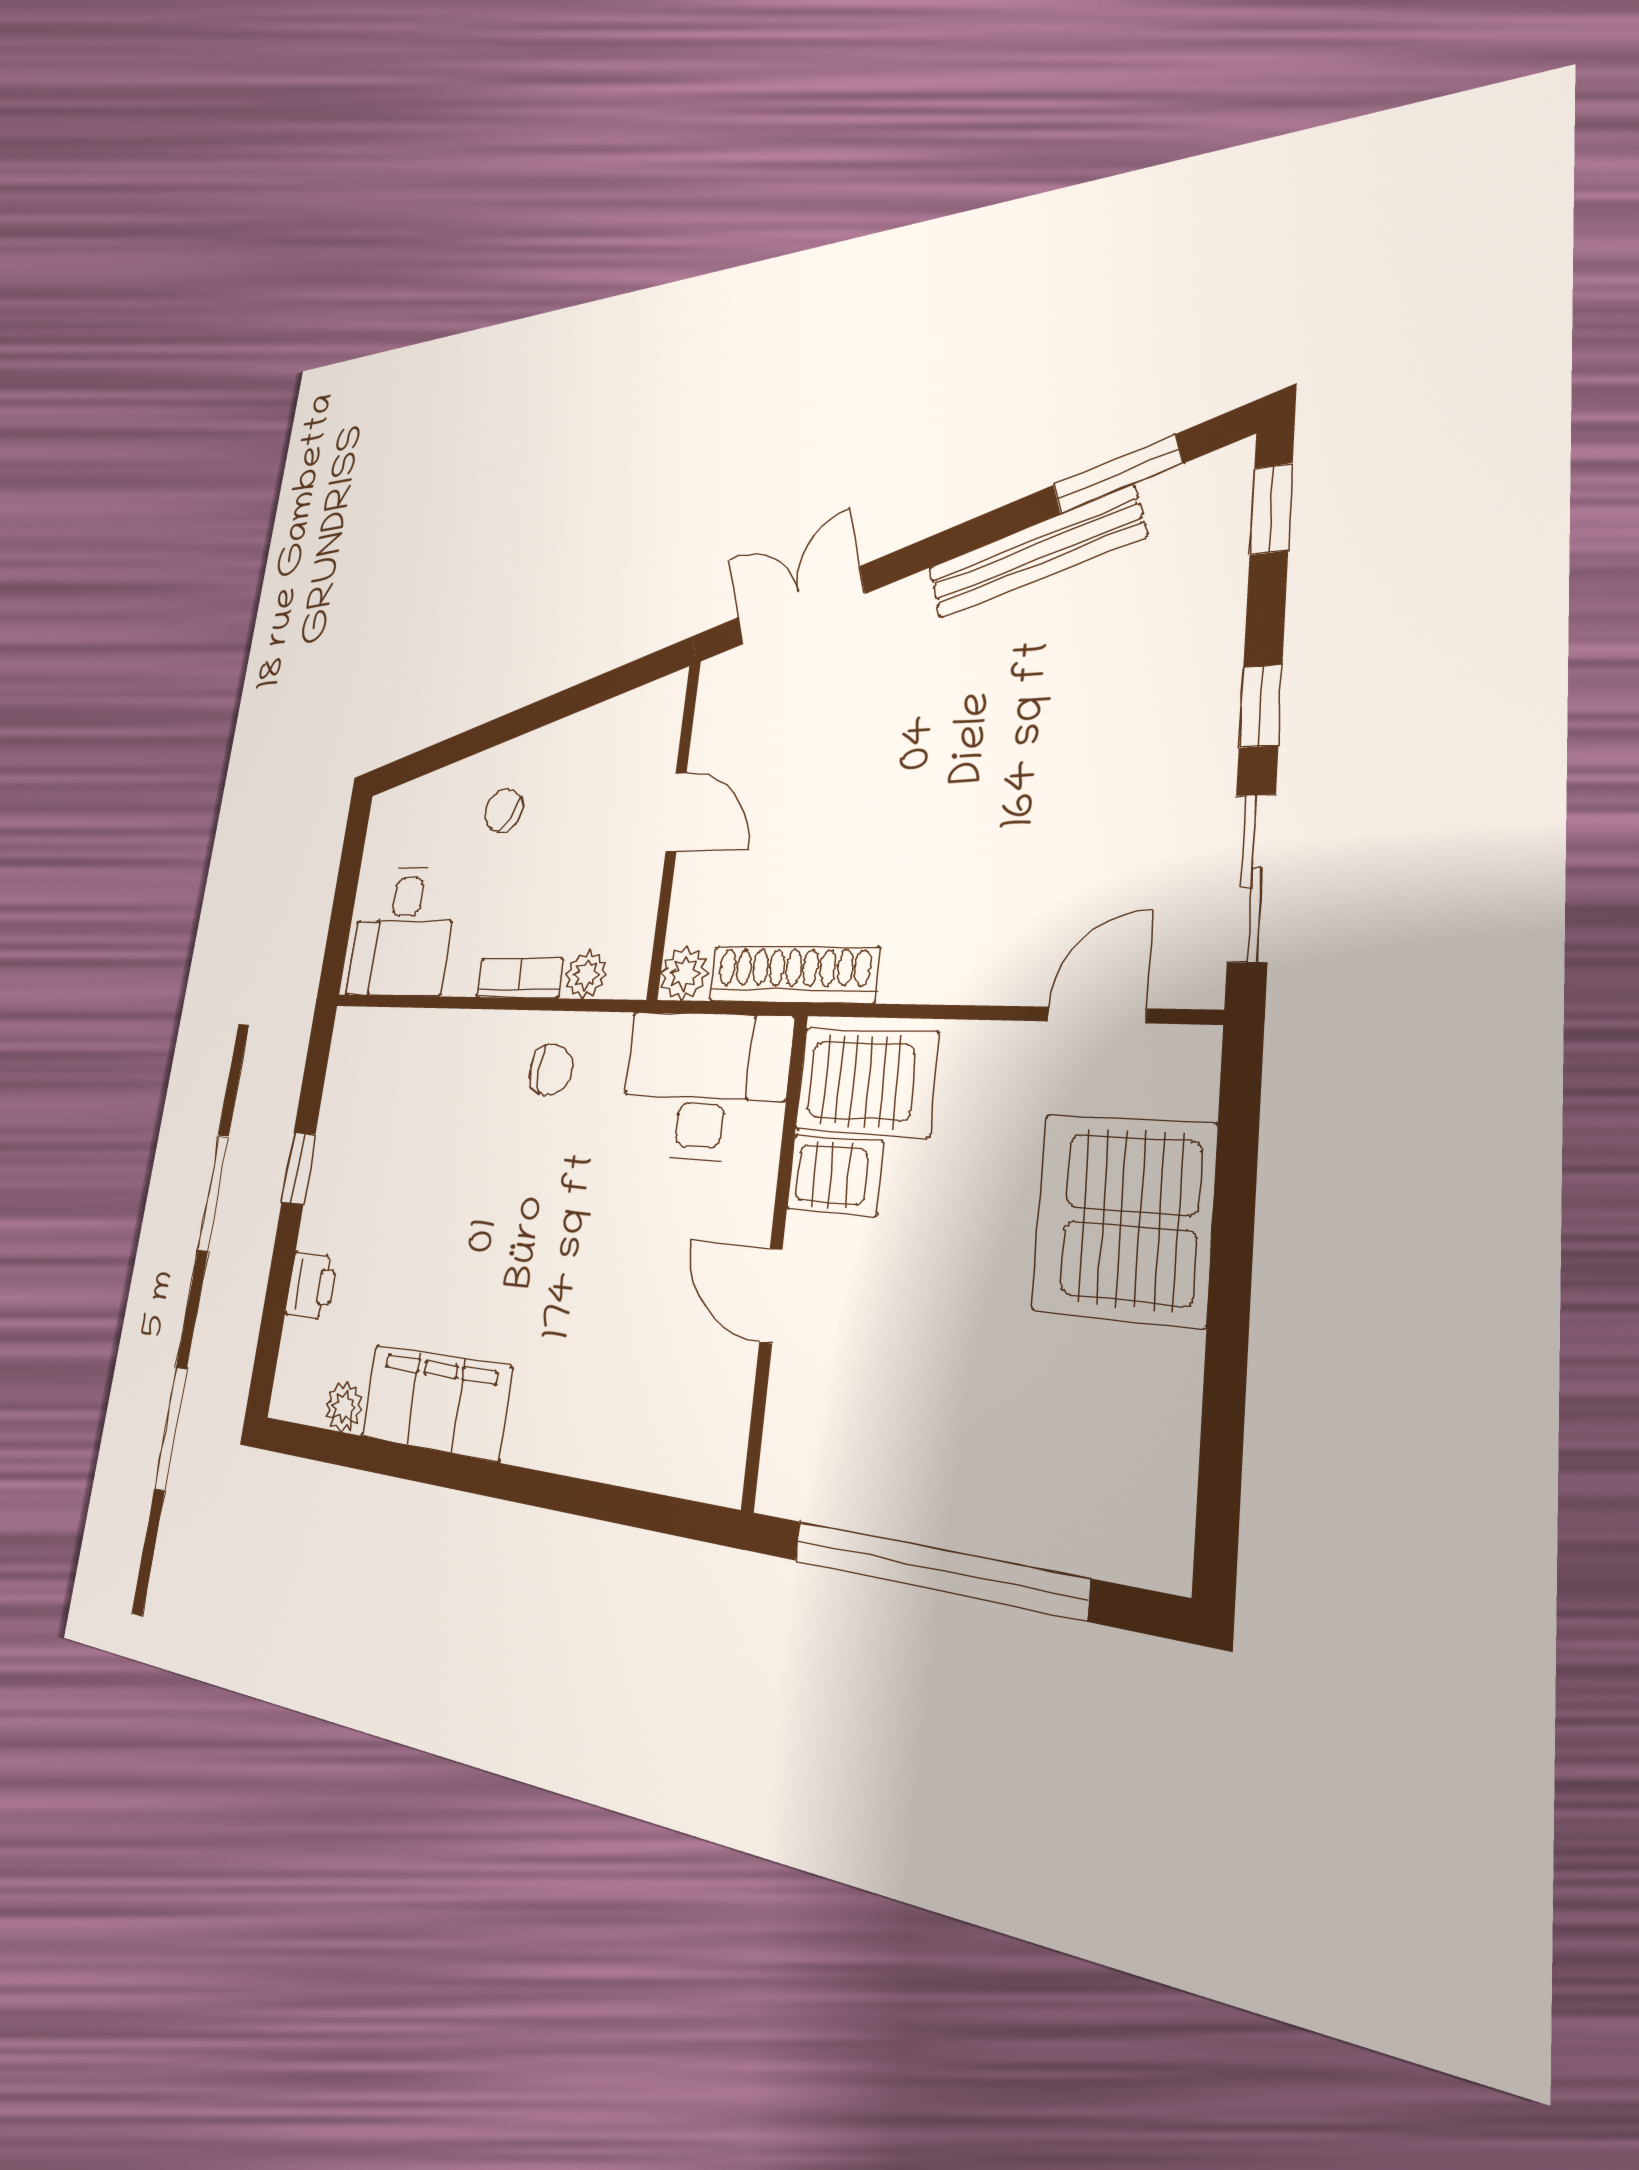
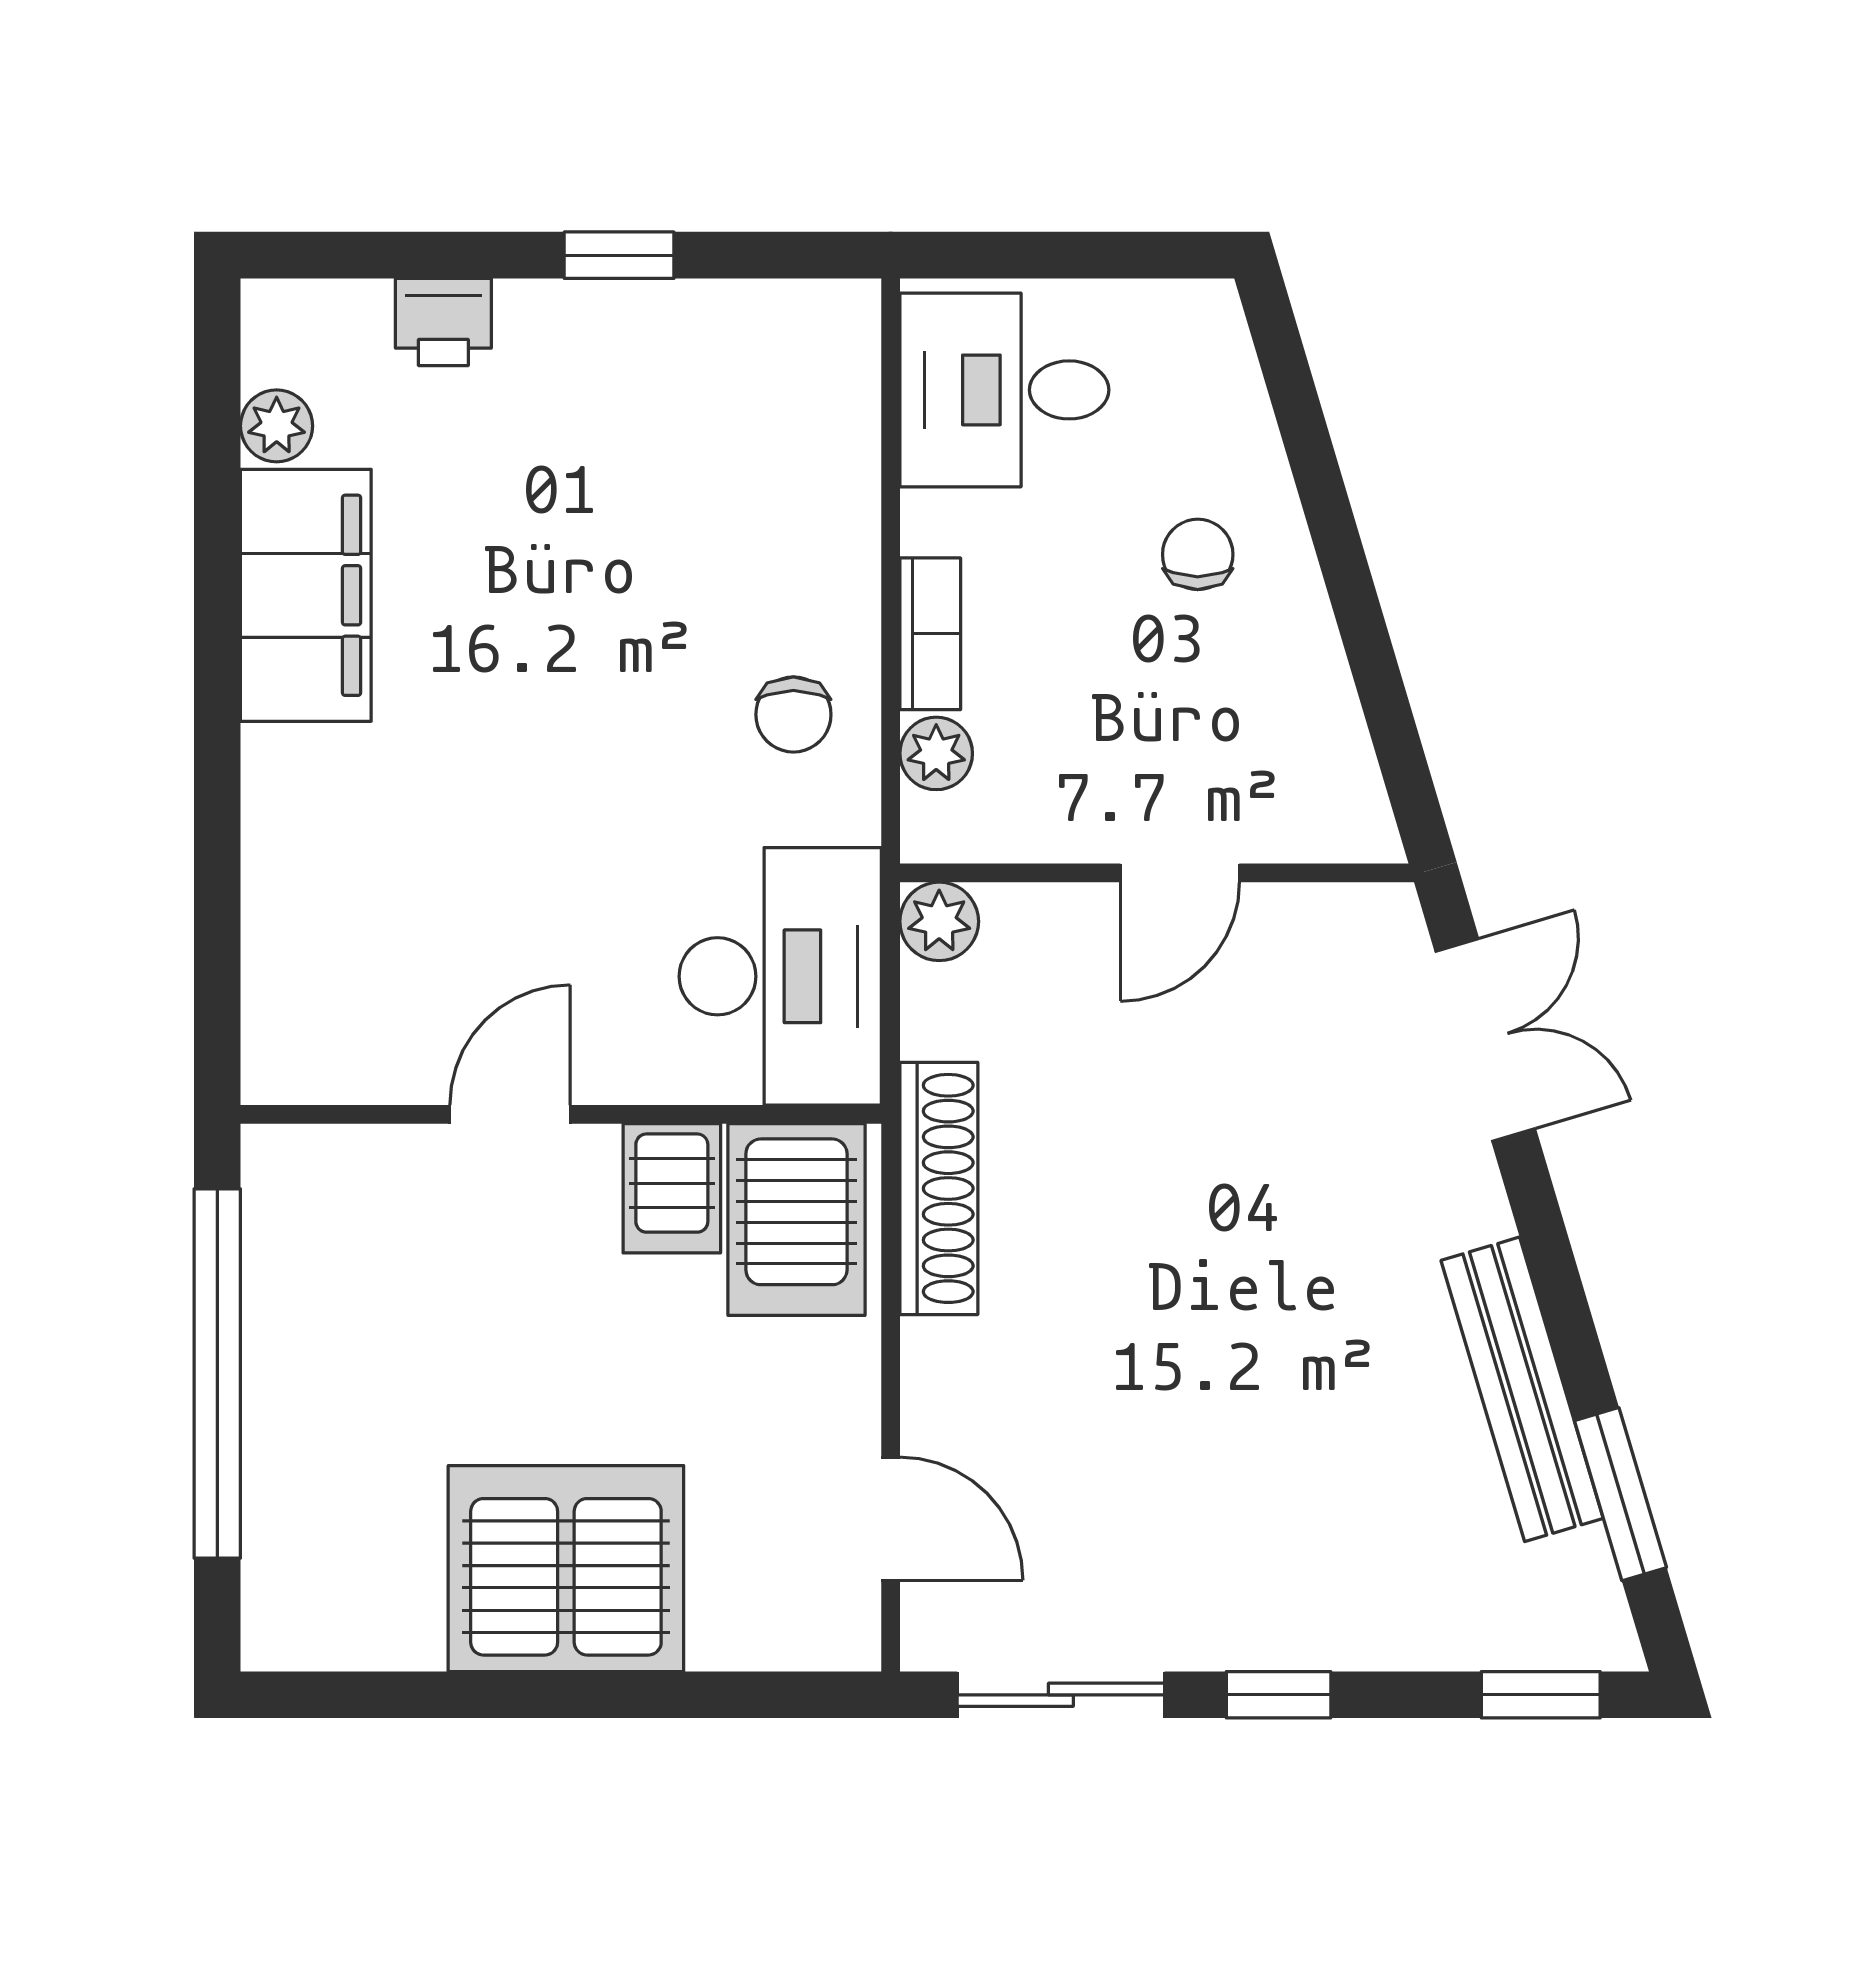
chair: (503, 810) -> (1198, 554), turned -32
shoe rack: (793, 974) -> (939, 1188), moved
server rack: (1124, 1218) -> (566, 1569), moved

